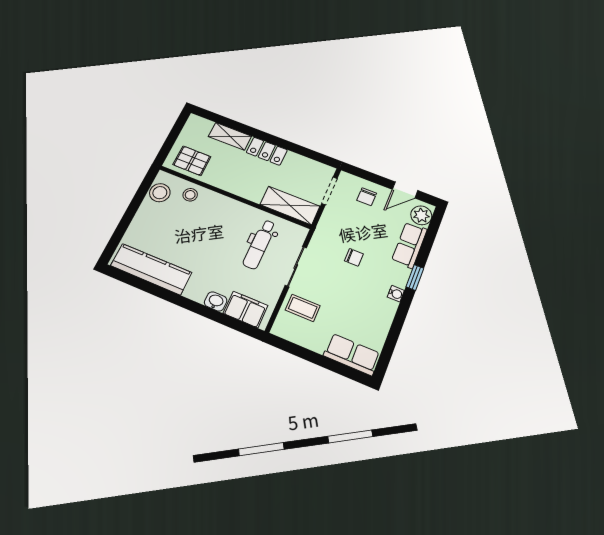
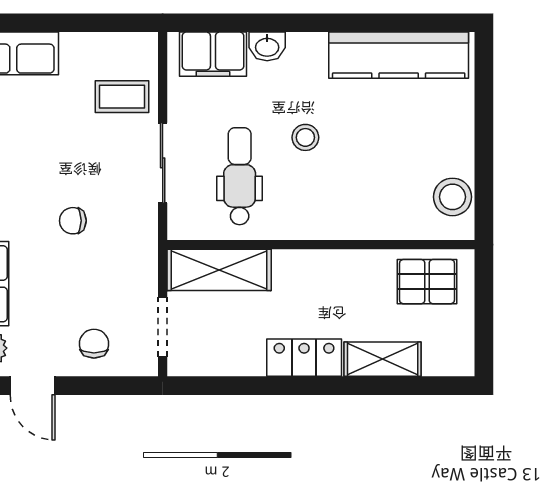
door: (405, 190) -> (33, 386), swing flipped
stool: (190, 195) -> (305, 137), moved

